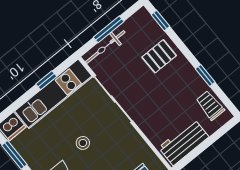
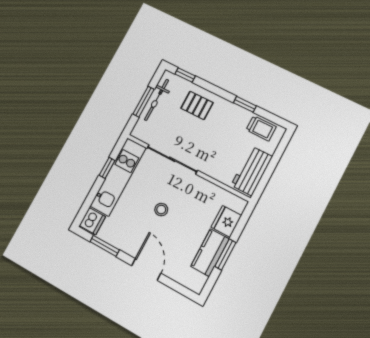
bicycle: (105, 47) -> (157, 100), moved
pallet: (159, 56) -> (197, 105), turned 90
trolley: (210, 105) -> (261, 128), turned 180

